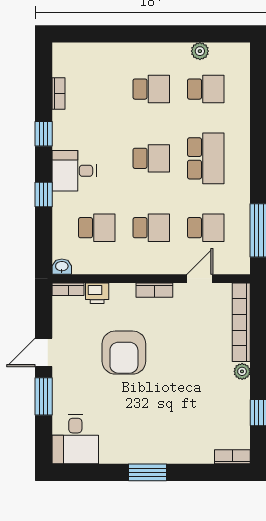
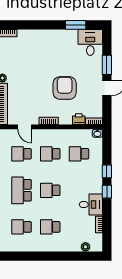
plant: (200, 51) -> (85, 247), moved
window: (44, 134) -> (107, 192), moved
desk: (74, 171) -> (91, 205), moved
door: (200, 279) -> (25, 127), hinge flipped
window: (148, 472) -> (76, 25), moved

